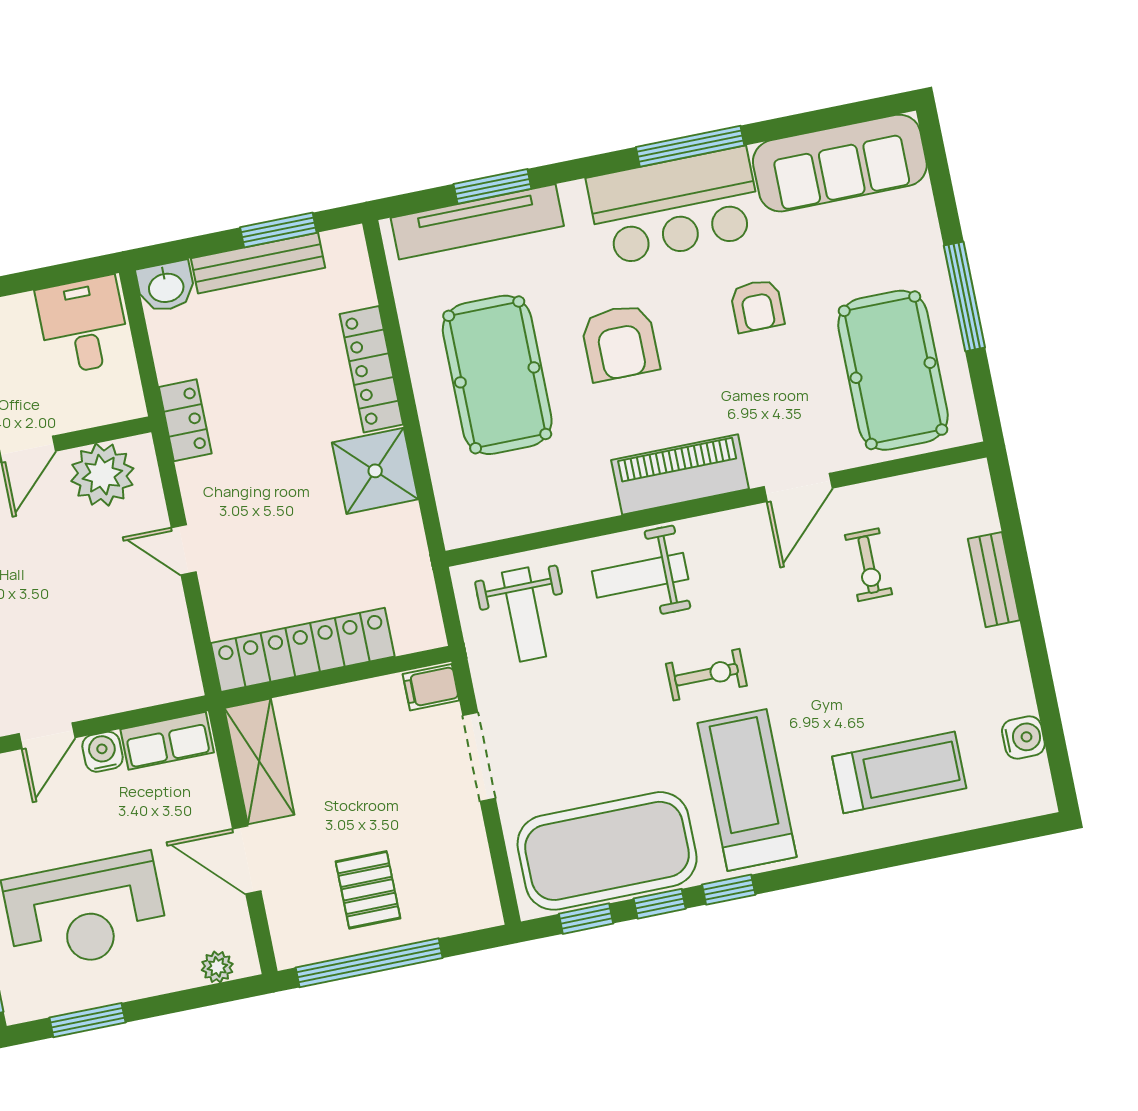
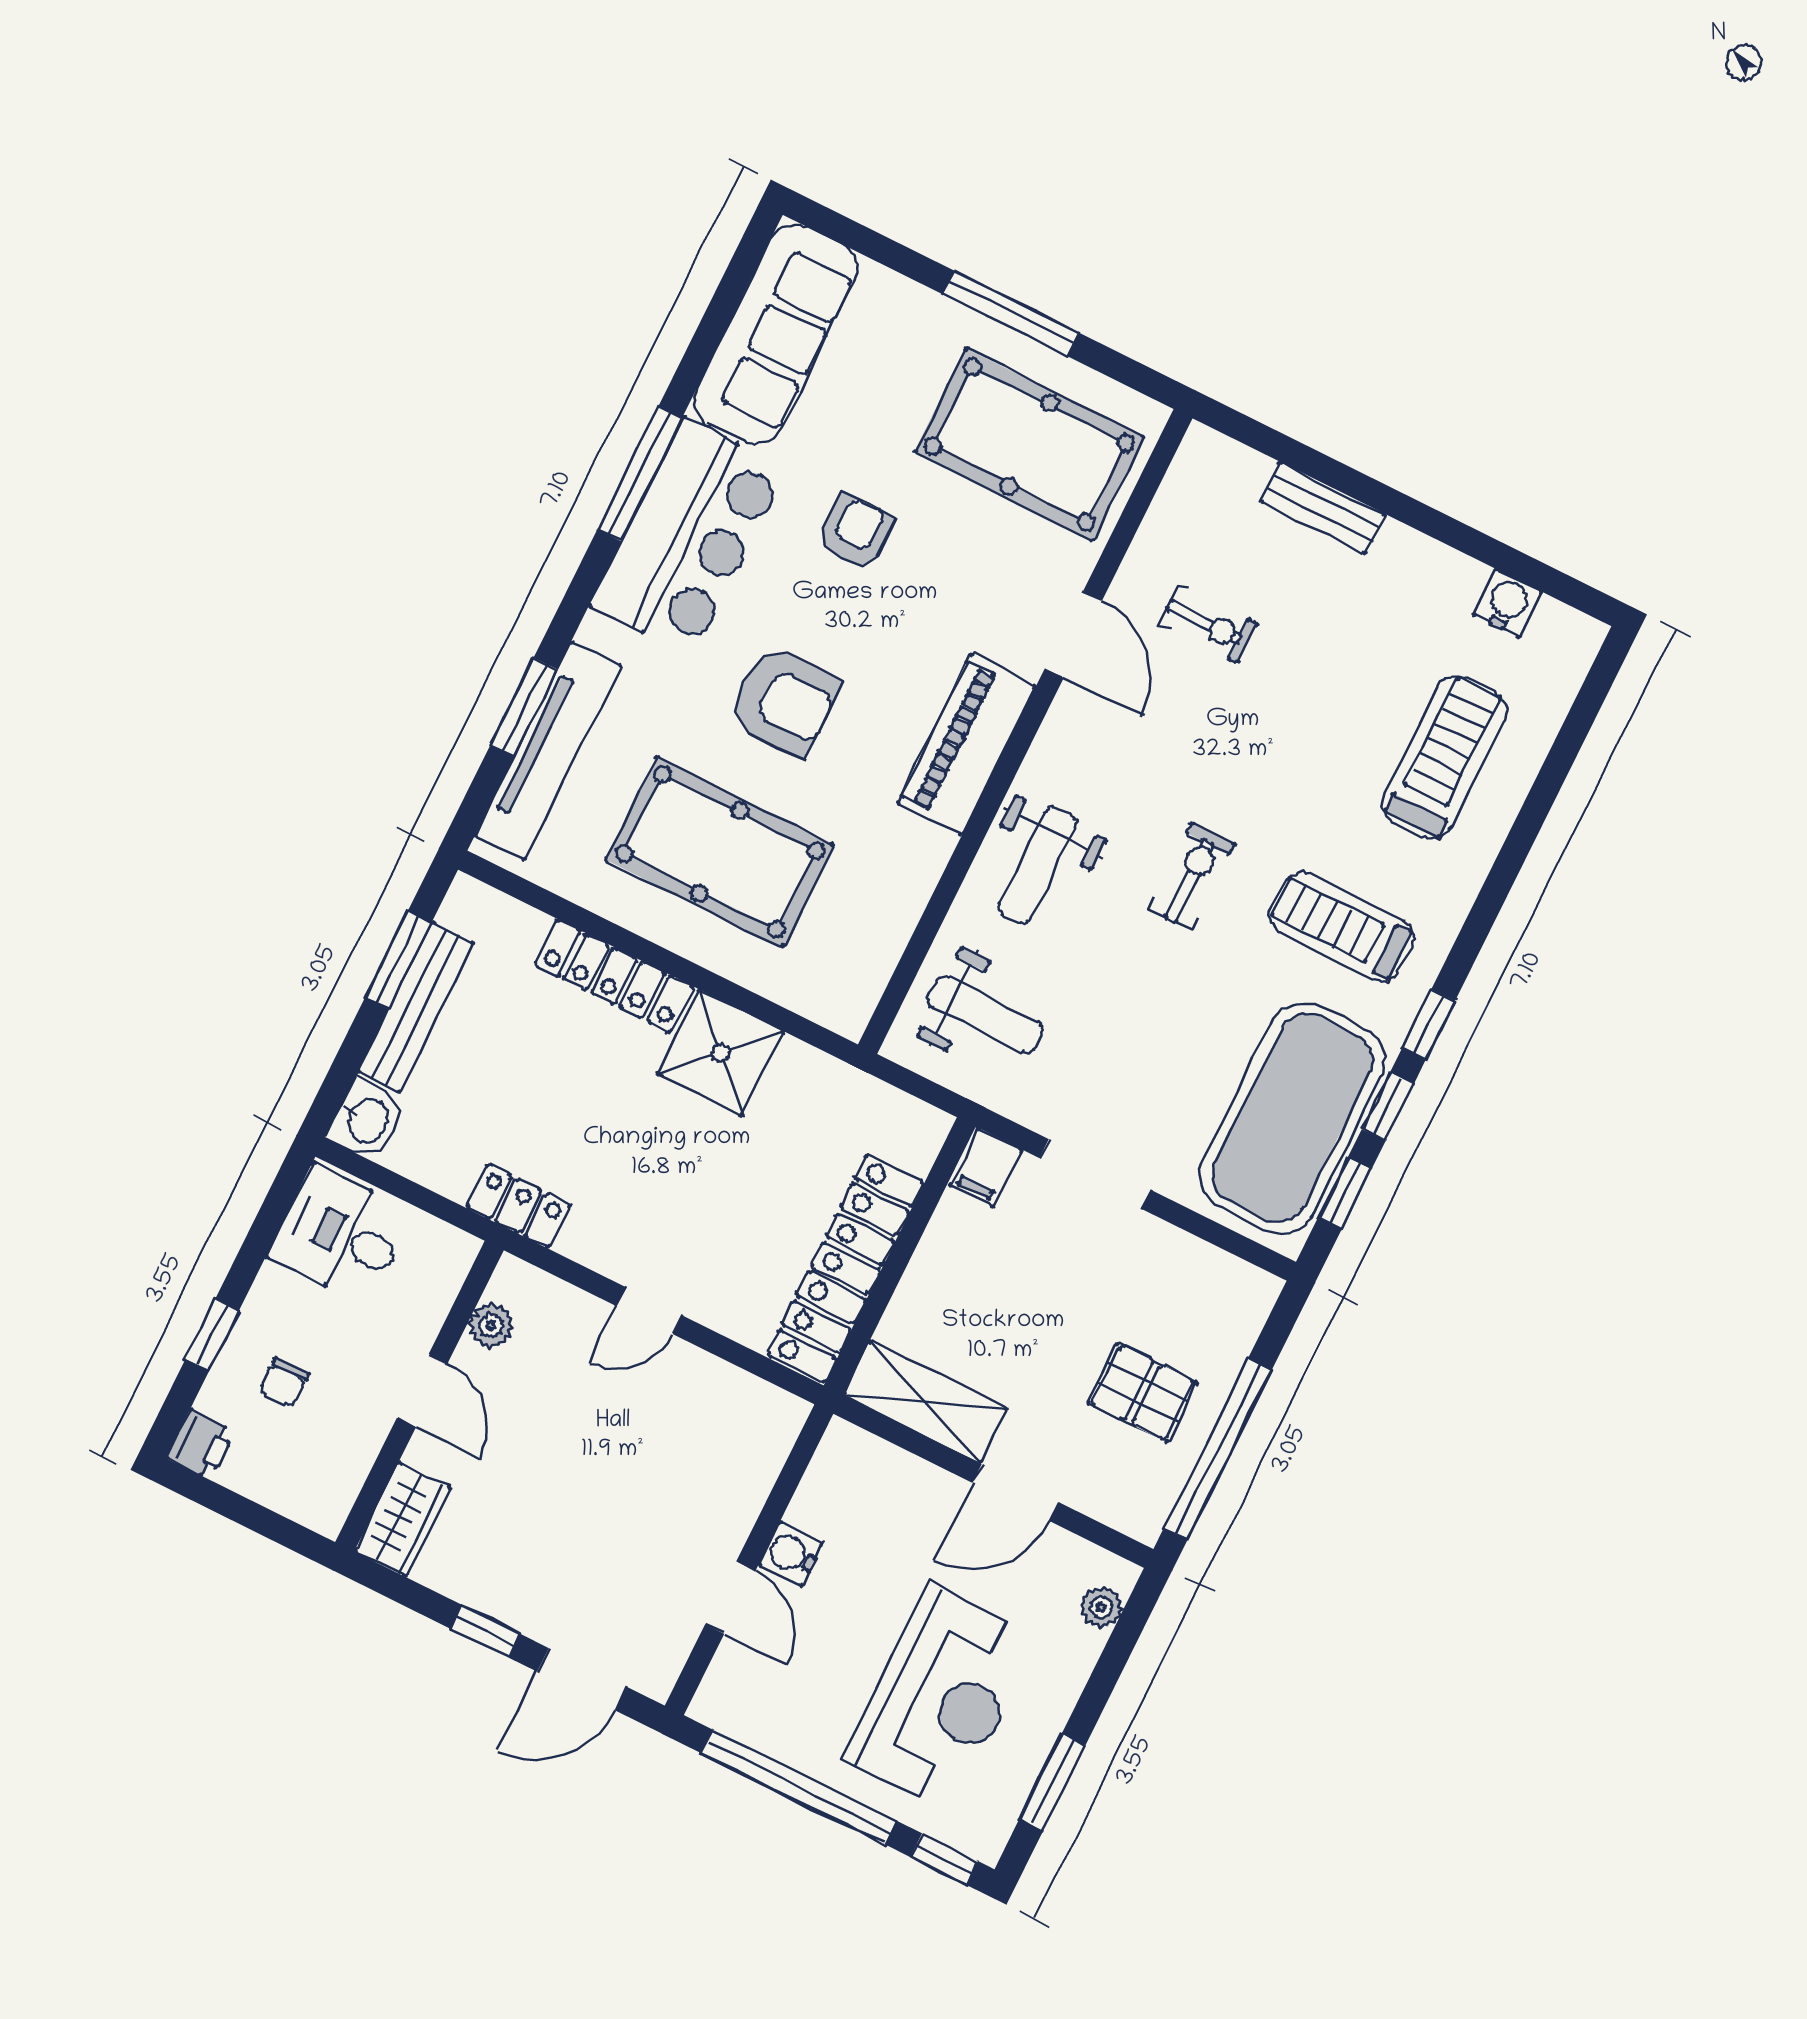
armchair: (757, 306) -> (855, 532), turned -90
plant: (102, 475) -> (491, 1325), width x0.53, depth x0.53
row of seats: (167, 741) -> (831, 1479), removed
treadmill: (747, 790) -> (1341, 927), width x0.73, depth x0.73

